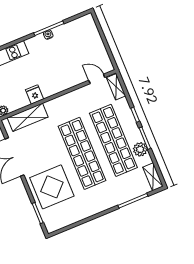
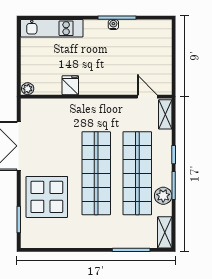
shelving: (28, 117) -> (52, 108), removed

